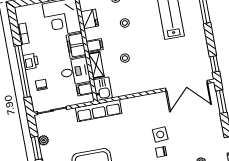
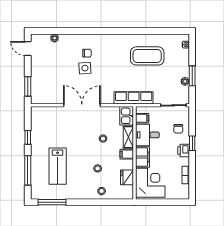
window: (214, 64) -> (28, 137), moved
window: (23, 71) -> (192, 143), width x0.32
double door: (186, 86) -> (82, 105), moved

